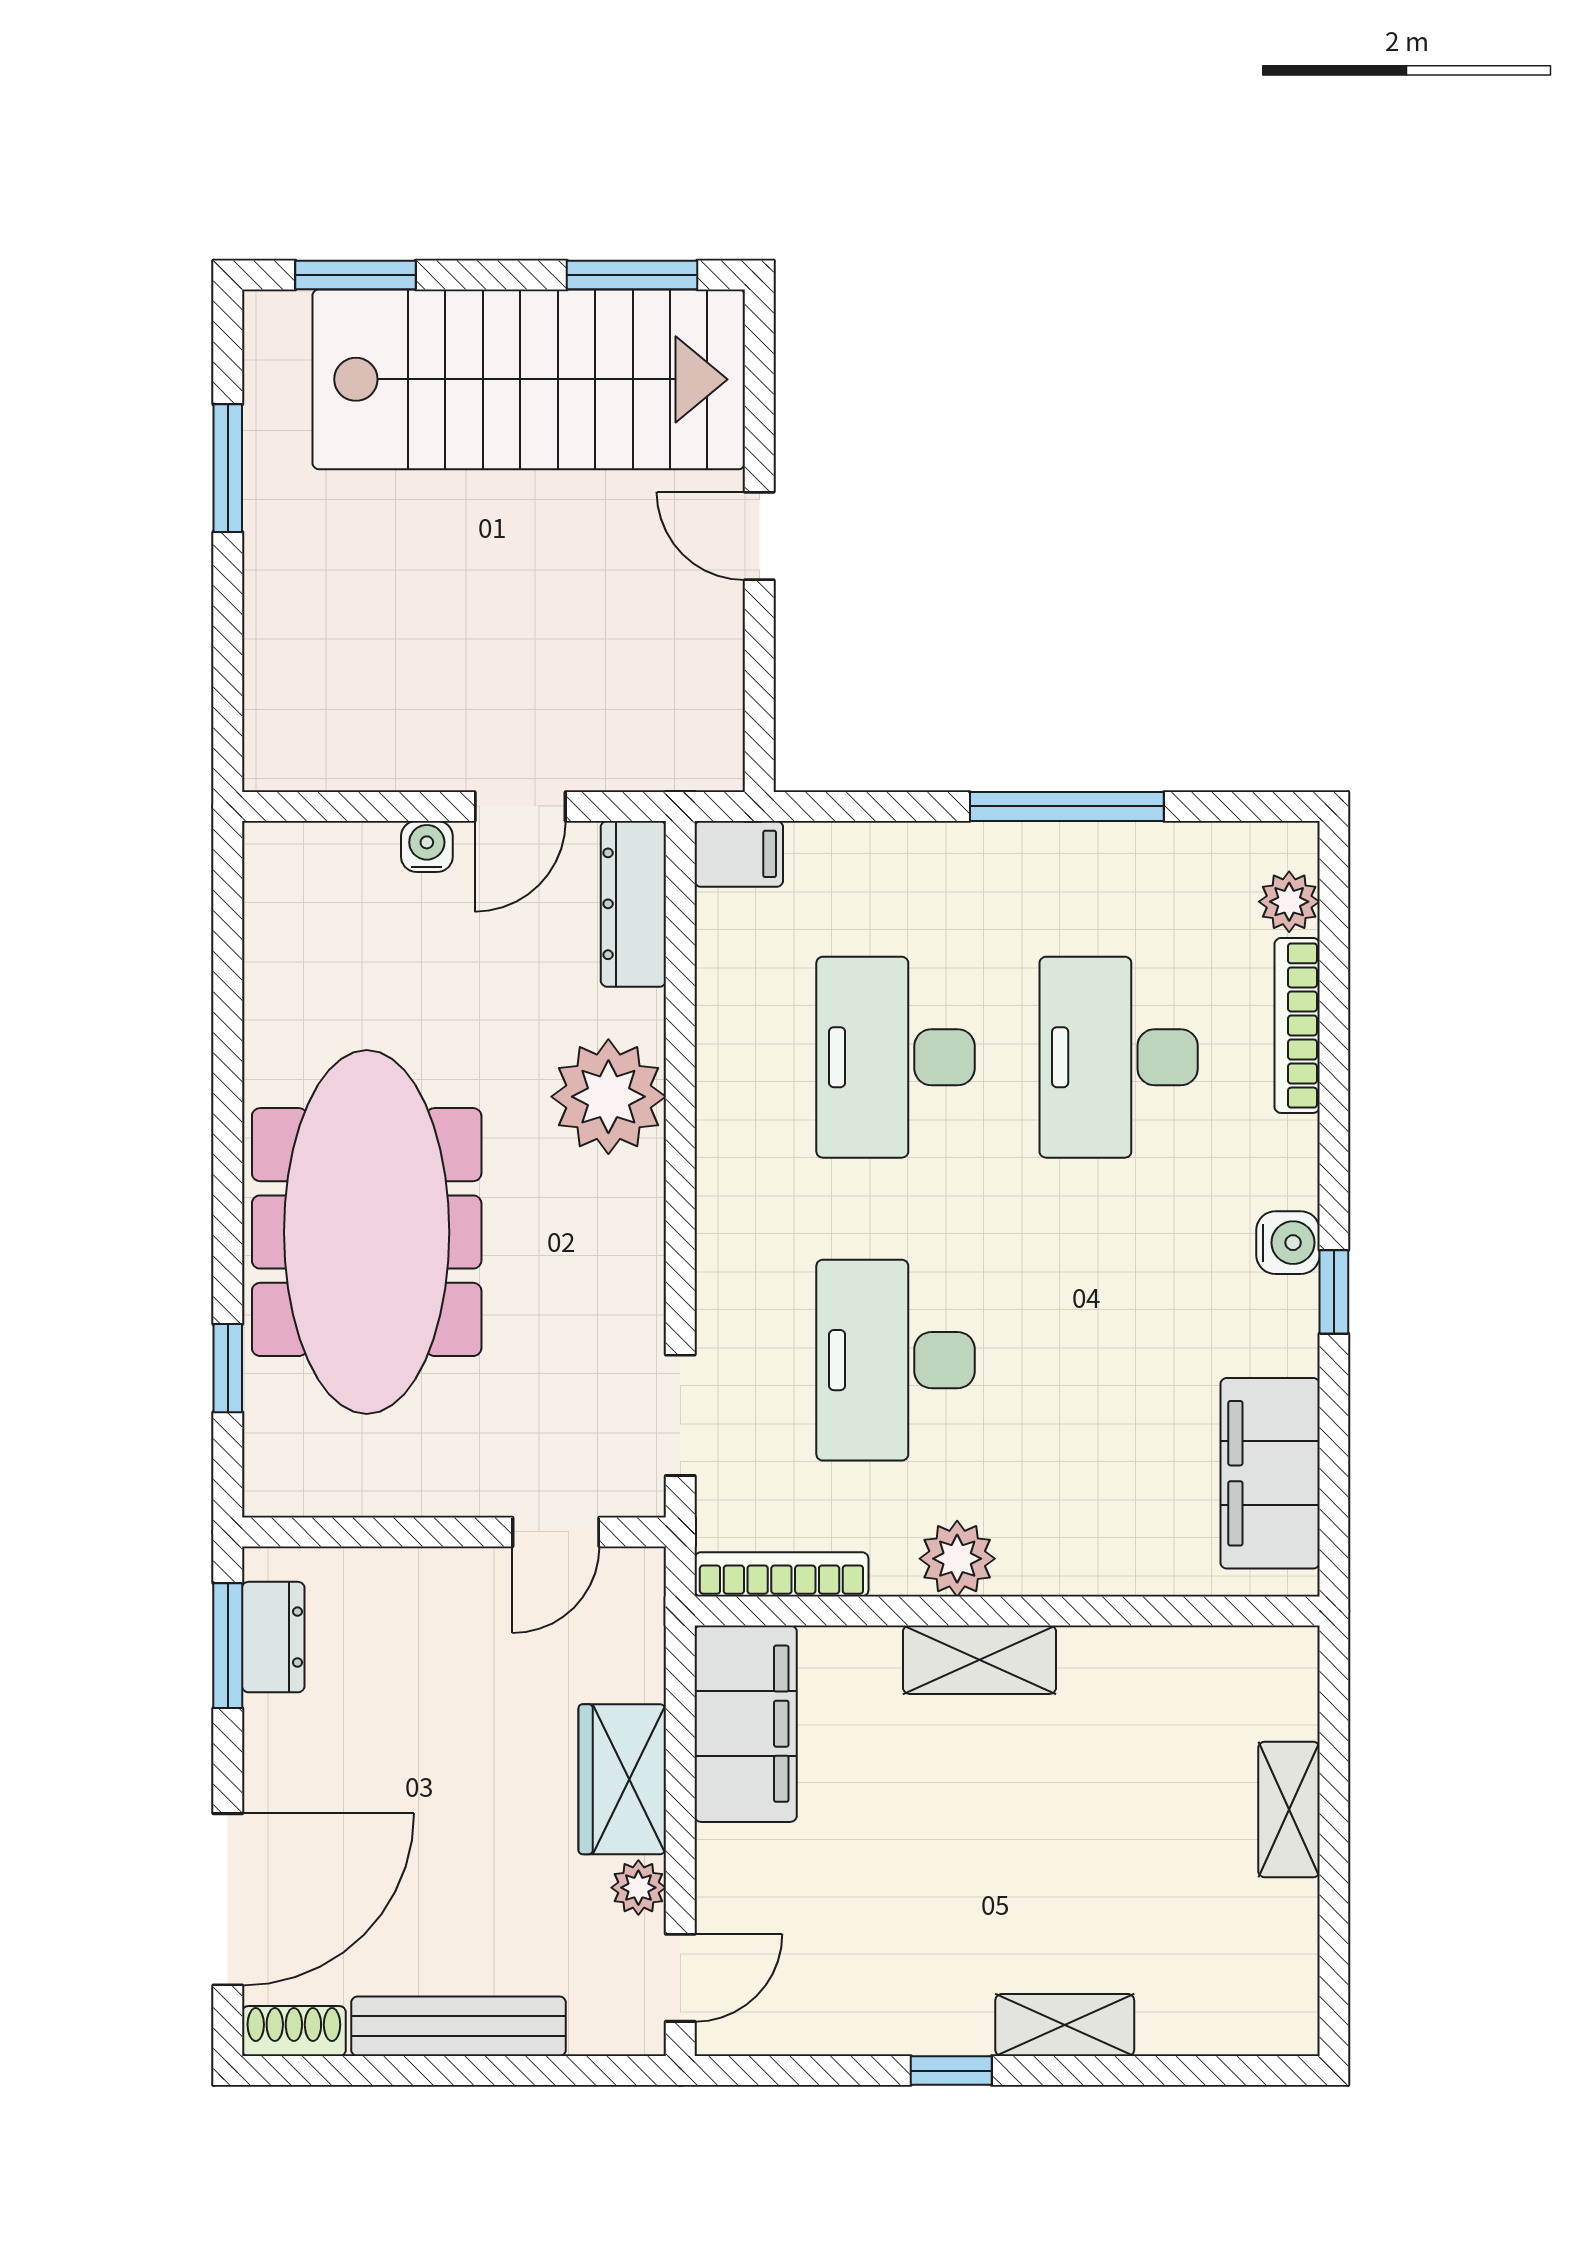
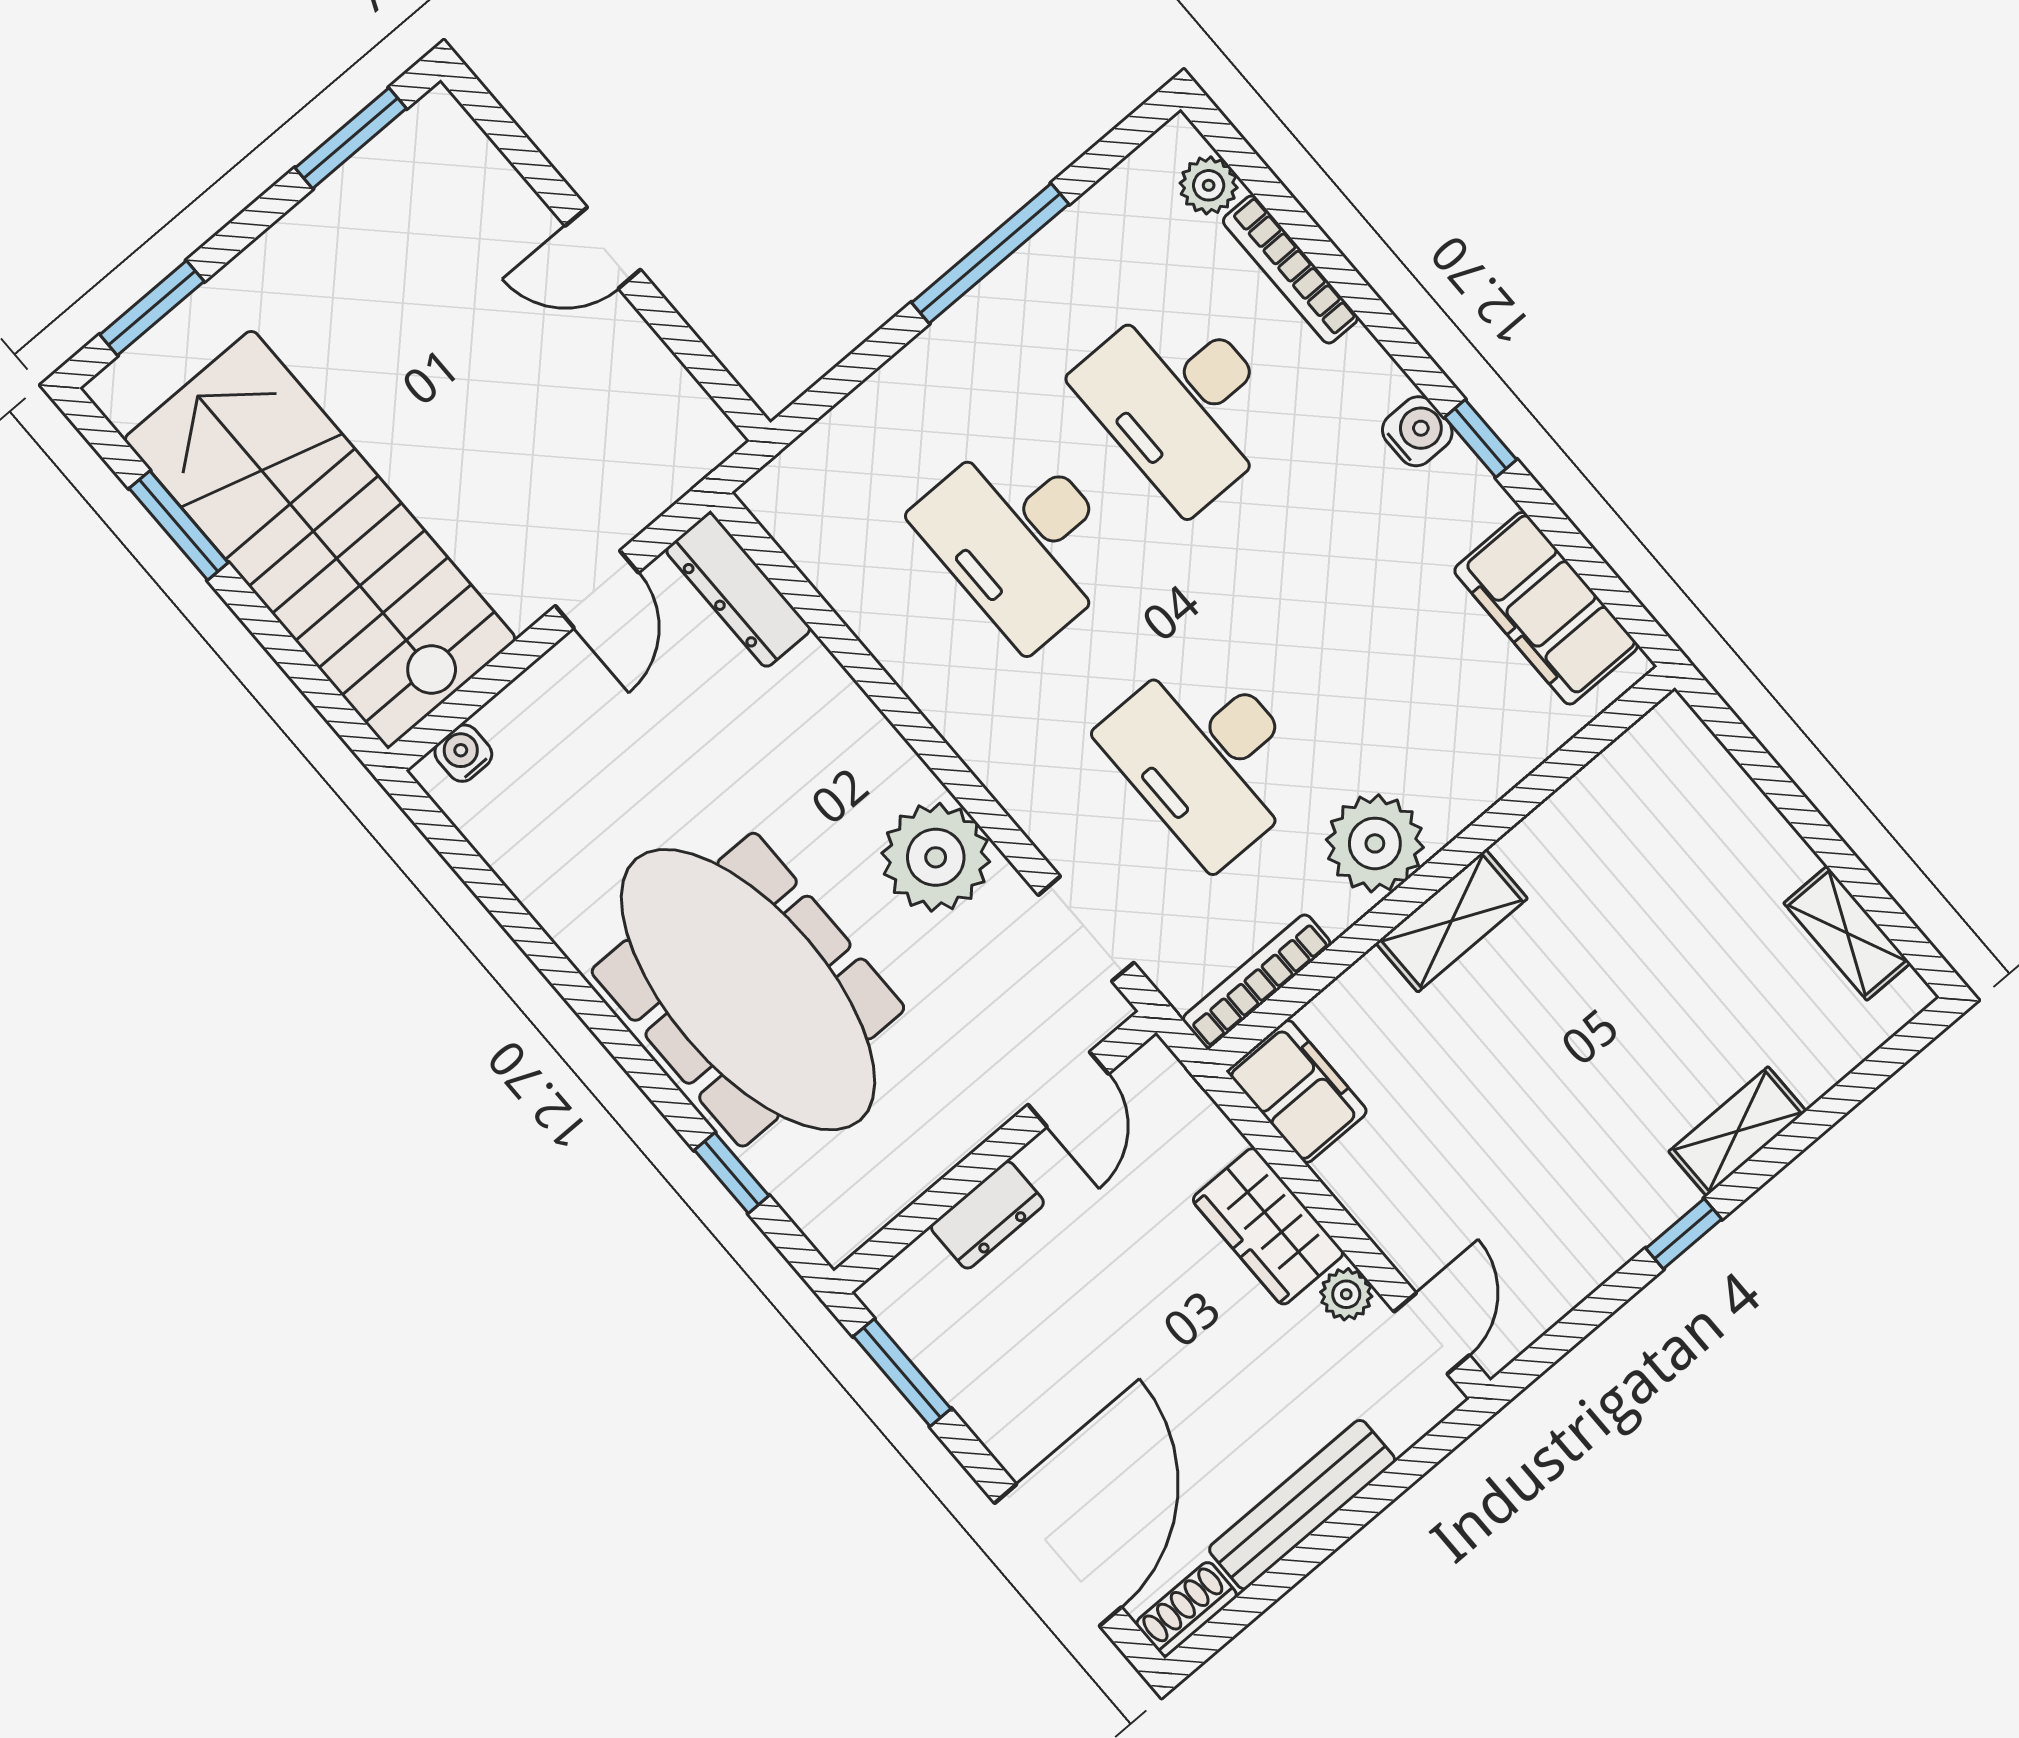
stairs: (529, 379) -> (320, 539), moved, turned -90
water cooler: (427, 846) -> (463, 753), moved
filing cabinet: (739, 854) -> (783, 489), removed
plant: (608, 1097) -> (936, 857), moved
plant: (957, 1559) -> (1375, 843), width x1.36, depth x1.36
dresser: (273, 1637) -> (987, 1215), moved, turned 90
filing cabinet: (746, 1724) -> (1297, 1091), width x0.67, depth x0.86
shelving: (1289, 1810) -> (1847, 933), moved

